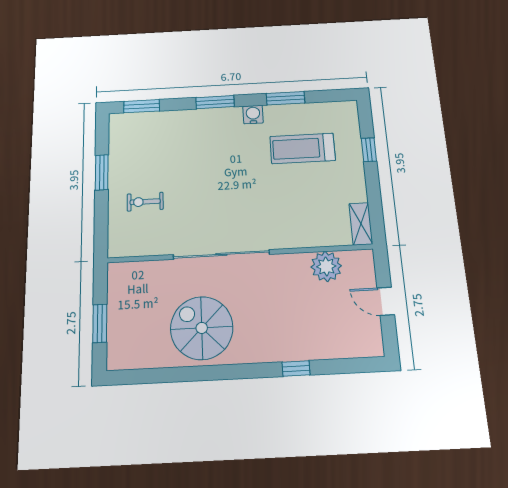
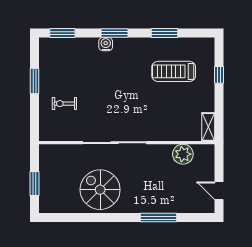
water cooler: (253, 115) -> (106, 44), moved
door: (386, 301) -> (219, 191), moved
window: (296, 368) -> (158, 218), width x2.17

